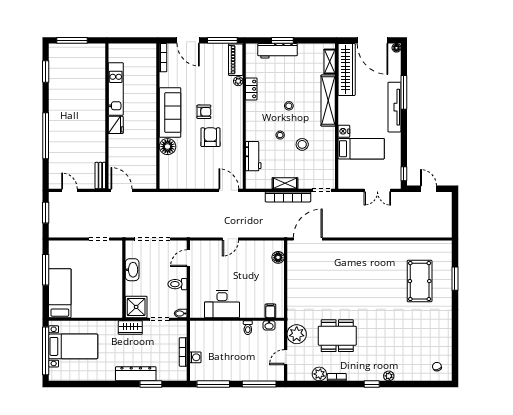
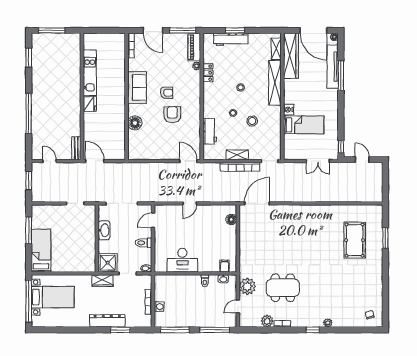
tv unit: (394, 107) -> (333, 67), moved
sofa: (170, 112) -> (137, 87), width x0.73

